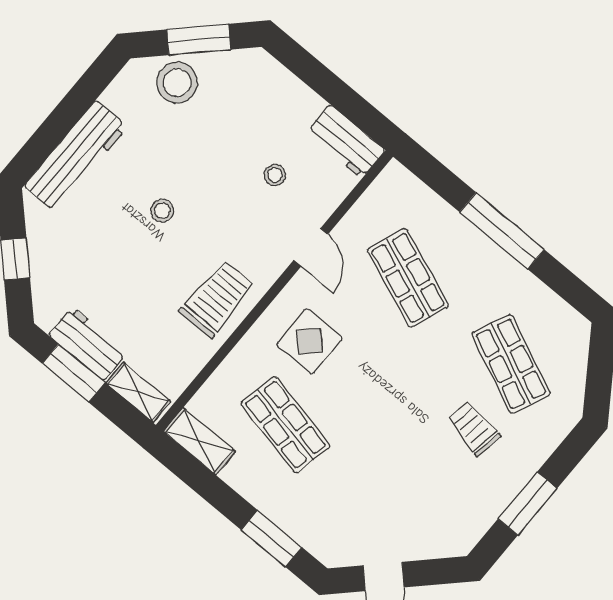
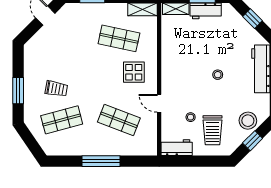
window: (199, 39) -> (253, 141), width x0.67
trolley: (217, 299) -> (213, 130), moved
shop shelf: (511, 364) -> (62, 120), turned -39
window: (528, 504) -> (18, 91), moved

